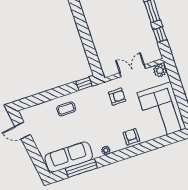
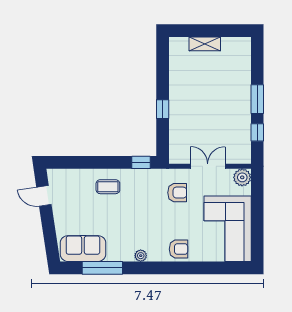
window: (87, 40) -> (163, 109), added
armchair: (131, 137) -> (179, 249), turned 90
sofa: (69, 157) -> (83, 249), width x0.73

